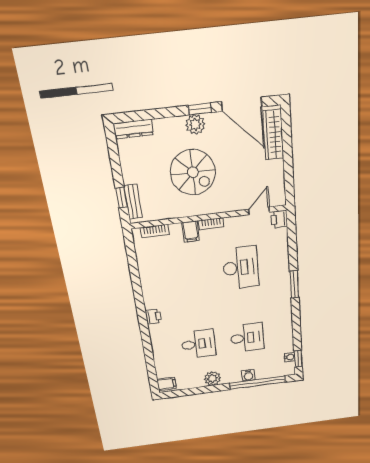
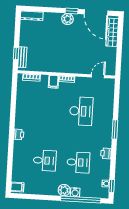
spiral stairs: (193, 172) -> (61, 46), removed
printer: (279, 219) -> (106, 153), moved
plant: (212, 378) -> (64, 190), moved

